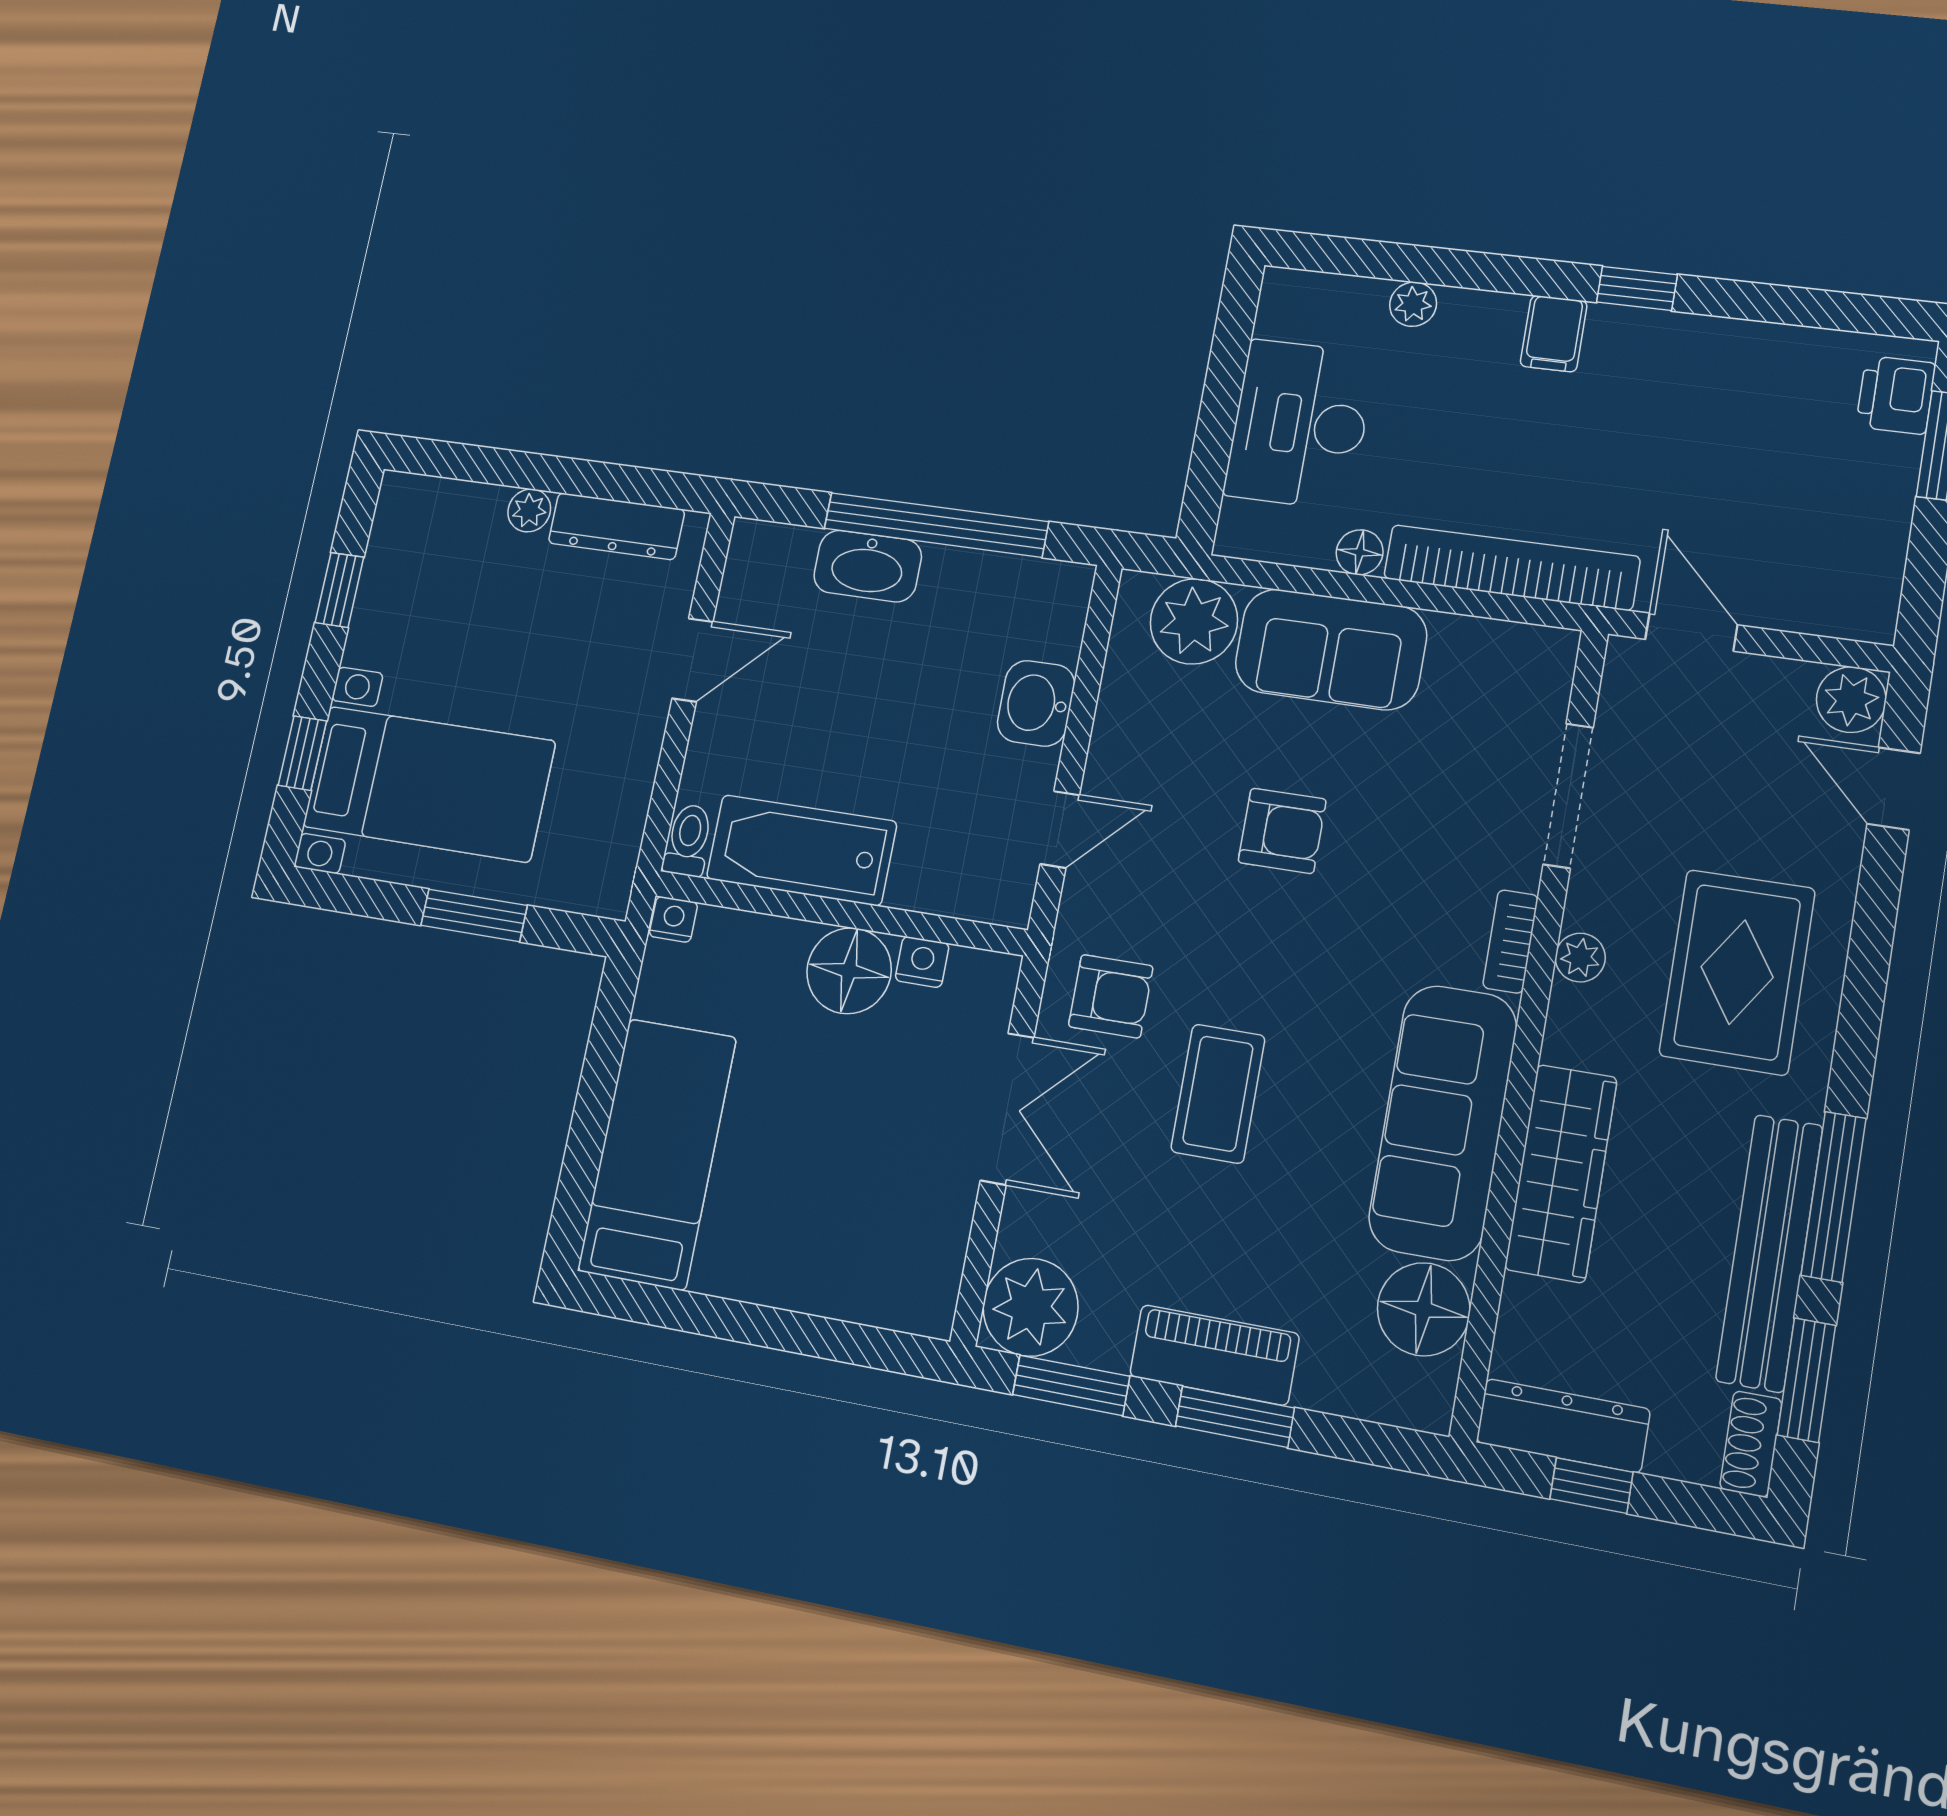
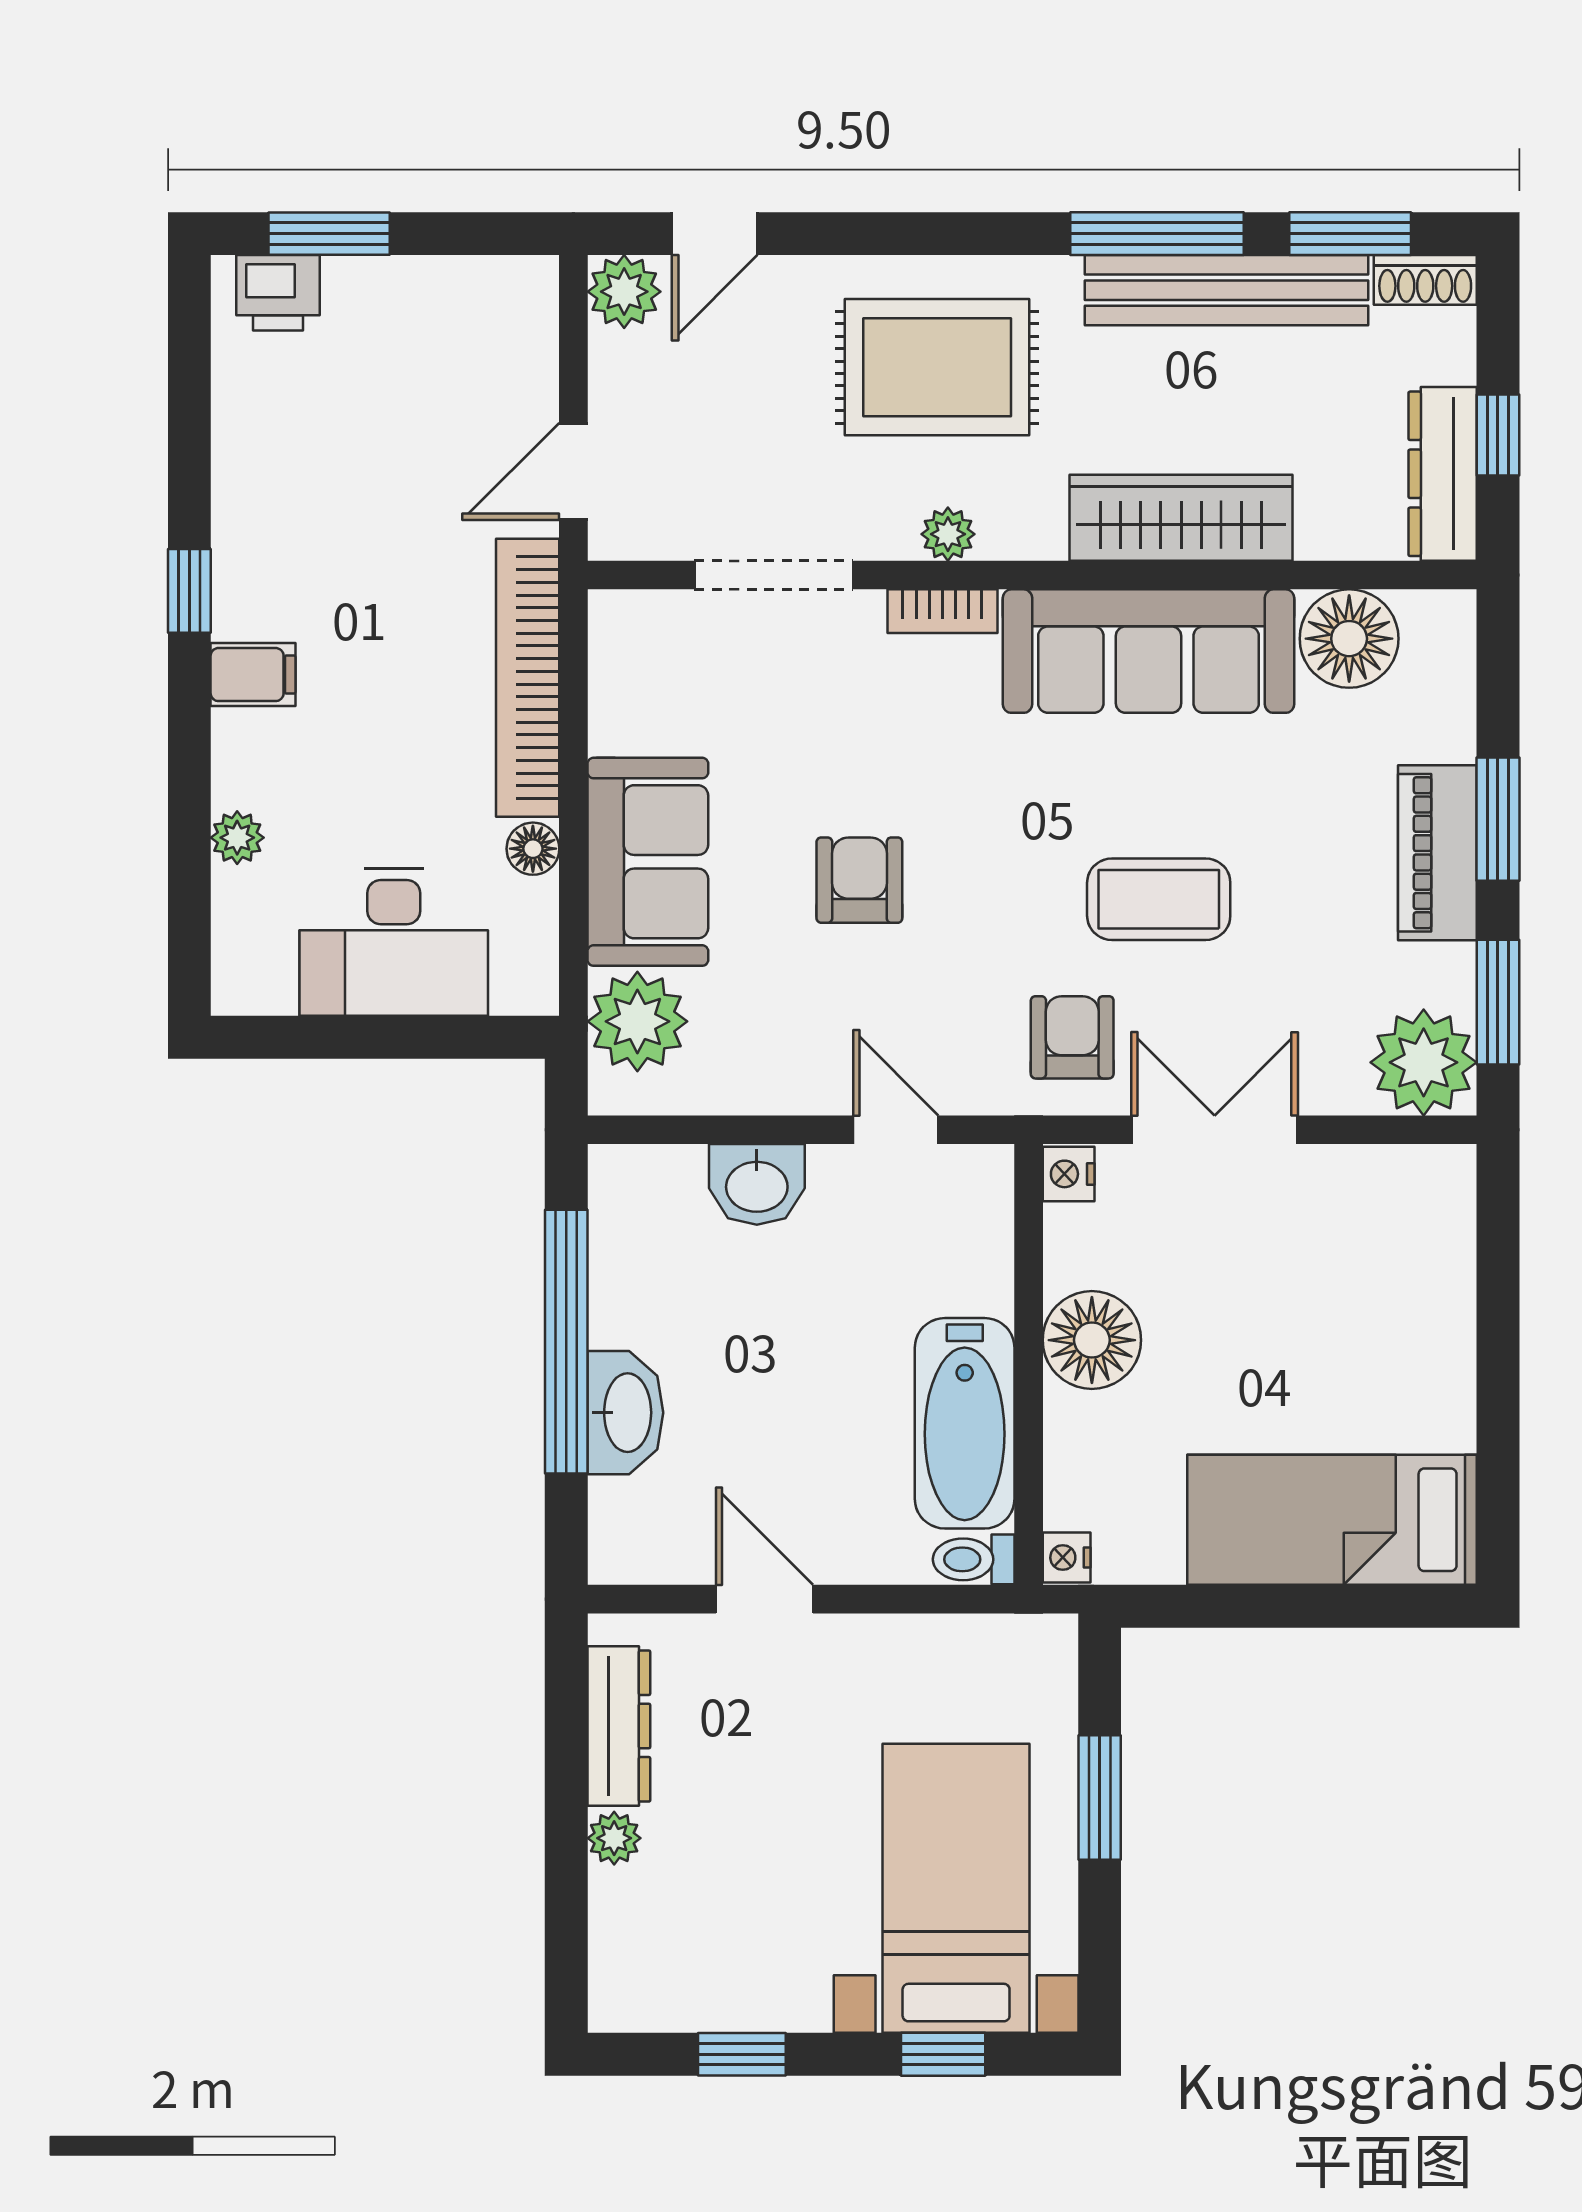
nightstand: (922, 962) -> (1069, 1174), moved

